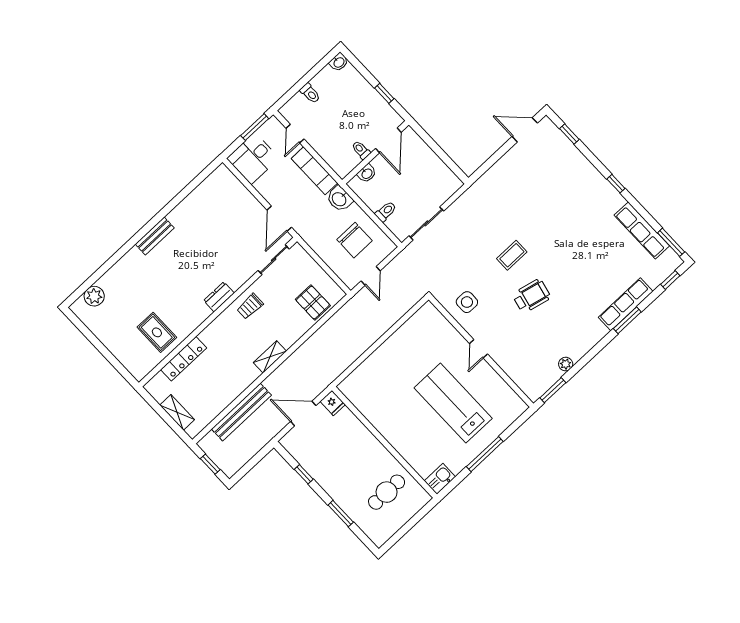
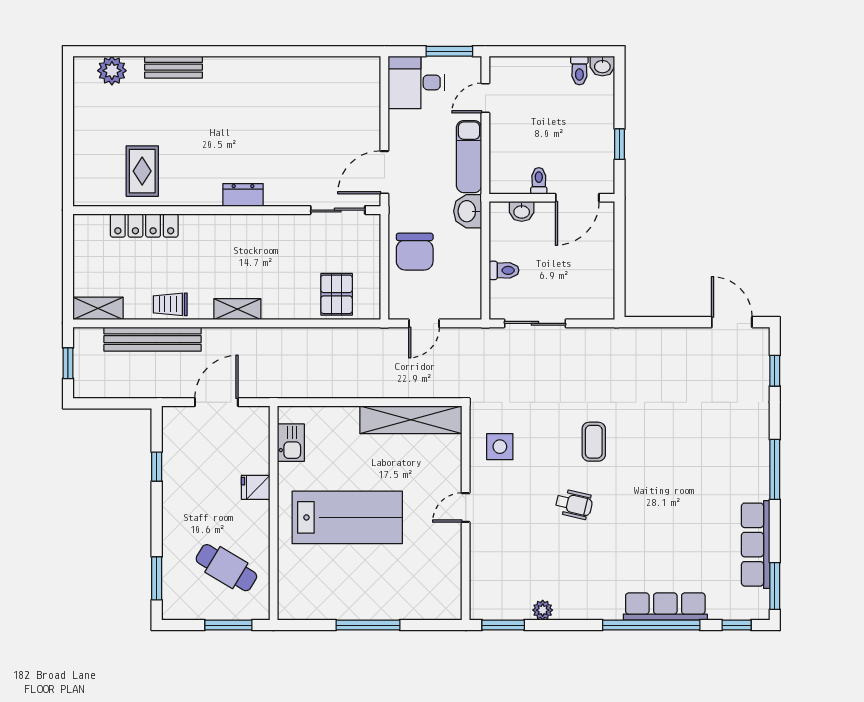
toilet: (310, 93) -> (579, 71), moved
window: (616, 184) -> (775, 469), width x2.17
bench: (155, 236) -> (174, 67), moved
chair: (355, 240) -> (415, 252), moved
coffee table: (512, 255) -> (594, 442), turned 90
wheelchair: (531, 296) -> (574, 504), width x0.73, depth x0.73
trolley: (250, 306) -> (170, 304), moved
window: (627, 320) -> (651, 625), width x2.11
shelving: (410, 331) -> (411, 420), added
fridge: (333, 403) -> (256, 487), moved, turned 90
lab bench: (453, 403) -> (347, 517), moved, turned 90
shelving: (177, 412) -> (98, 308), moved, turned 90
door: (303, 414) -> (216, 402), hinge flipped
kitchen sink: (440, 479) -> (291, 443), moved, turned 90
cafe table: (387, 492) -> (226, 568), turned 31
window: (341, 514) -> (157, 578), moved
window: (415, 520) -> (228, 625), added

